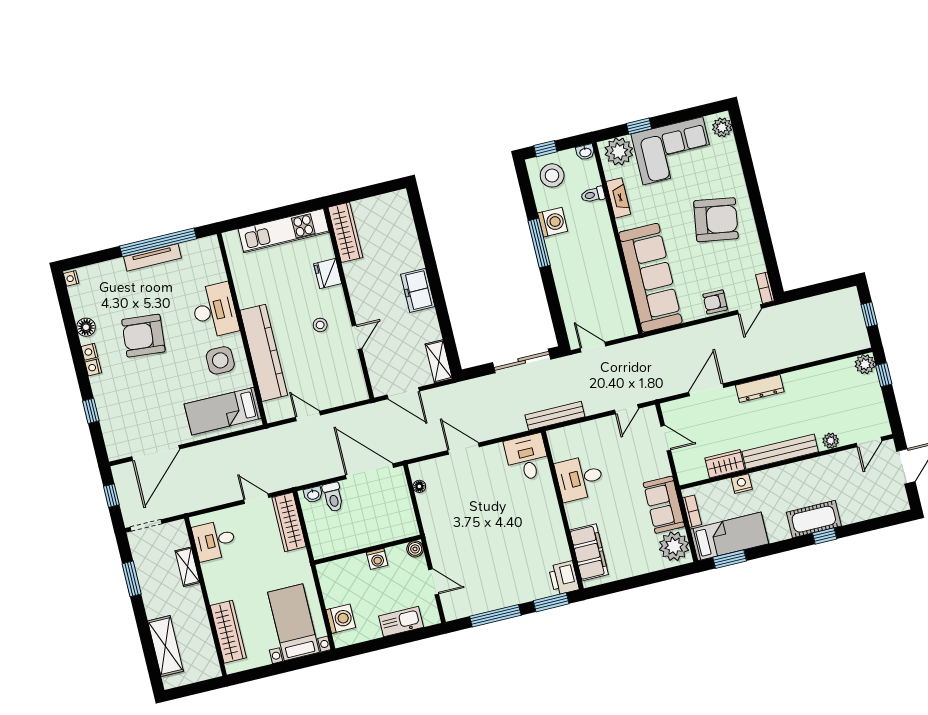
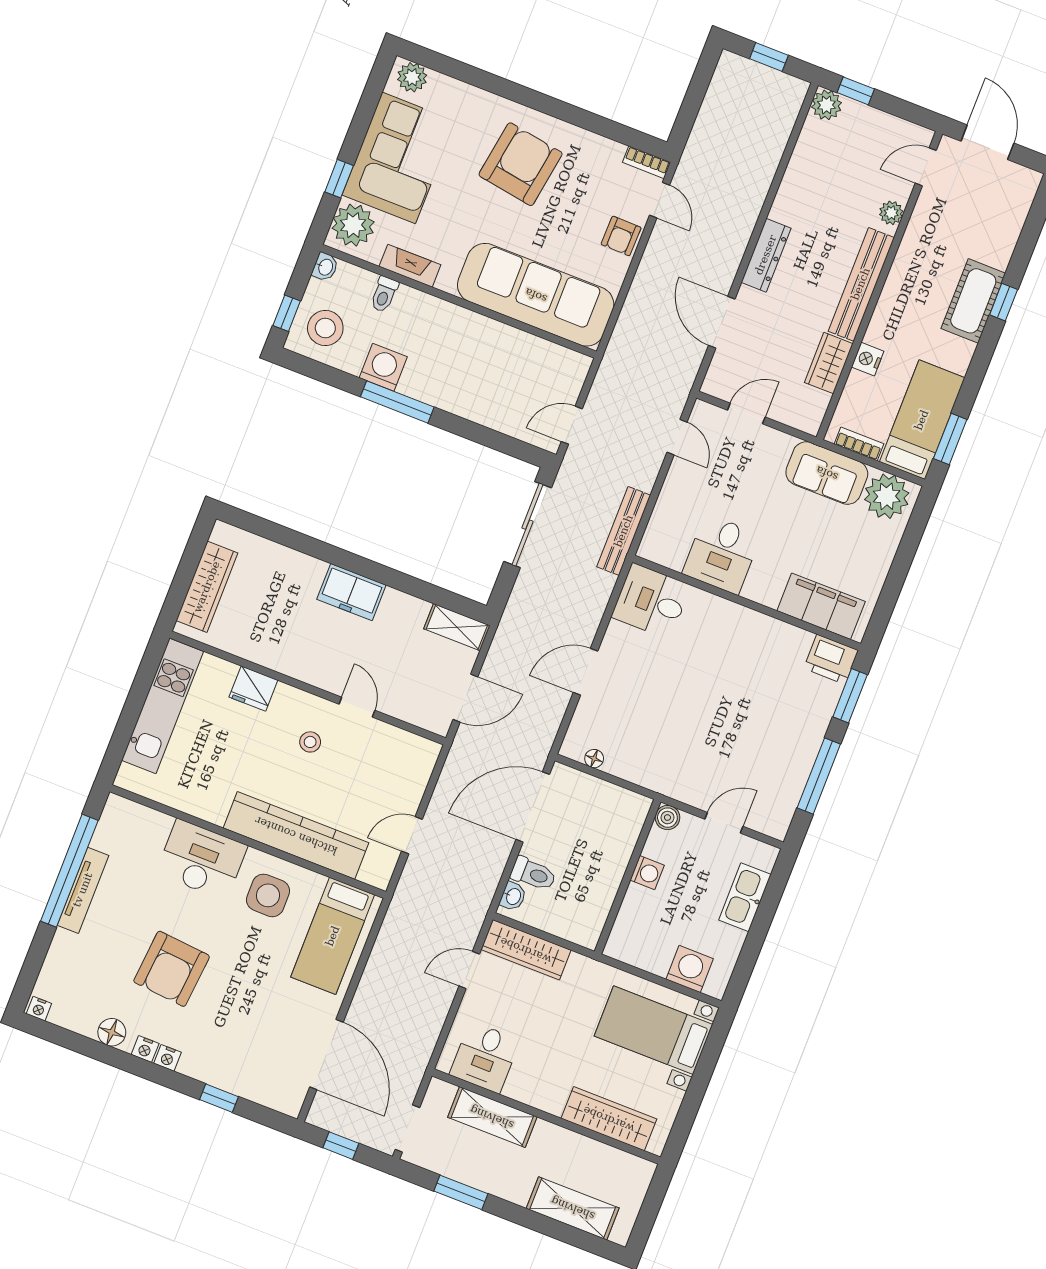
wardrobe: (345, 232) -> (207, 587), moved, turned 90
door: (869, 442) -> (926, 167), swing flipped
shelving: (187, 567) -> (492, 1117), width x1.50, depth x1.33

